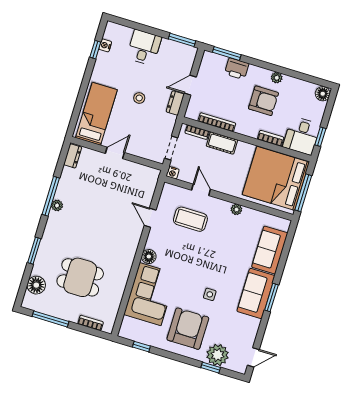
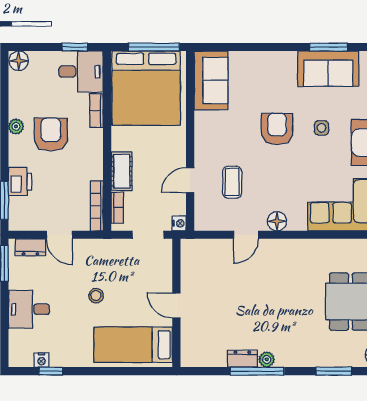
dresser: (175, 103) -> (30, 247), moved
bookcase: (217, 122) -> (97, 206), moved
dresser: (73, 156) -> (242, 359), moved
plant: (236, 209) -> (202, 127), removed
coffee table: (190, 219) -> (232, 182), width x0.73, depth x0.77
sofa: (270, 250) -> (211, 80), moved, turned -90
floor lamp: (149, 257) -> (277, 221), moved
armchair: (219, 263) -> (277, 129), added
sofa: (256, 293) -> (328, 69), moved
window: (271, 297) -> (329, 47), moved

